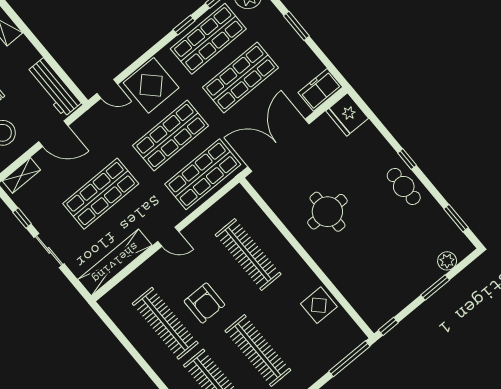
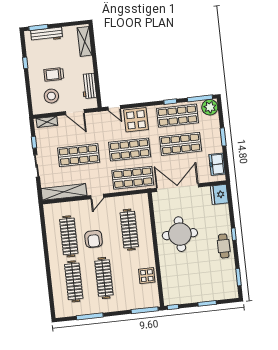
workbench: (54, 87) -> (89, 86), width x0.73
freezer: (320, 90) -> (217, 164), moved, turned -90
round table: (327, 212) -> (180, 234), width x1.36, depth x1.36
door: (168, 237) -> (97, 196), hinge flipped
plant: (447, 261) -> (221, 295), removed

